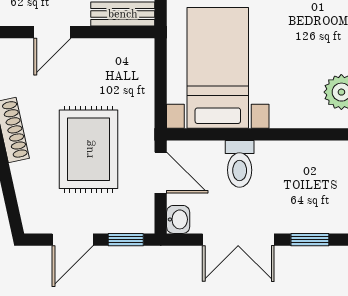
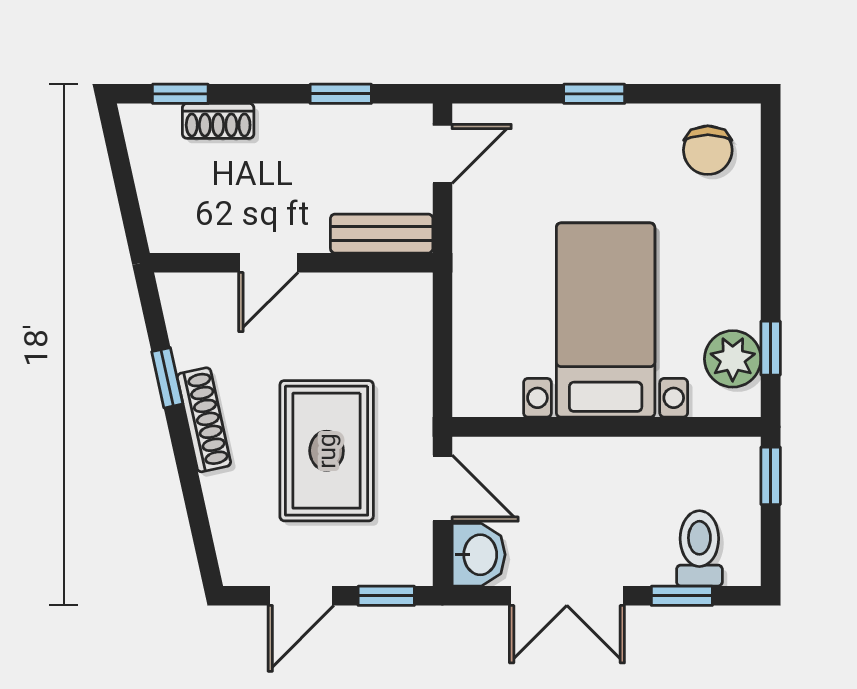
bed with nightstands: (218, 68) -> (606, 320), moved
toilet: (240, 164) -> (699, 548), moved, turned 180
washbasin: (178, 219) -> (479, 555), width x1.38, depth x1.45

